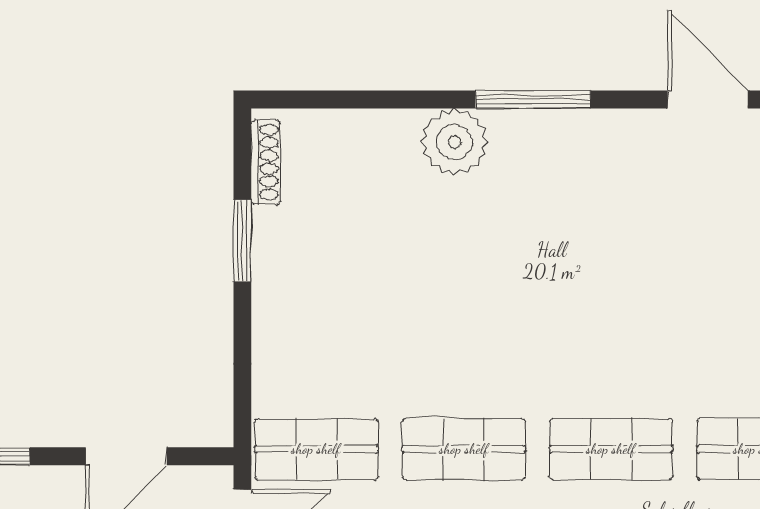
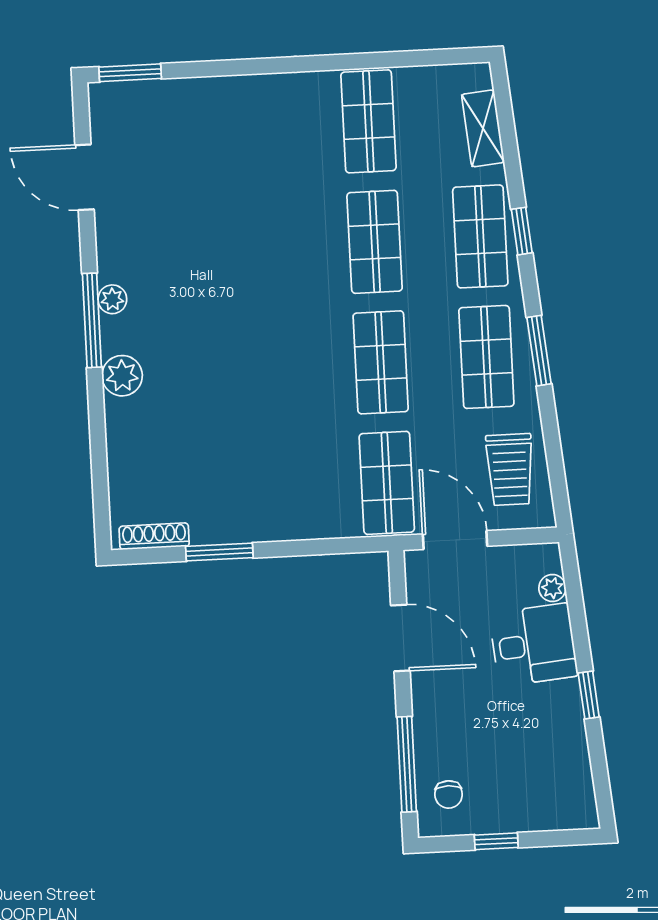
door: (708, 99) -> (85, 177), hinge flipped
plant: (557, 126) -> (112, 299), added
plant: (454, 142) -> (122, 376), width x0.73, depth x0.73

